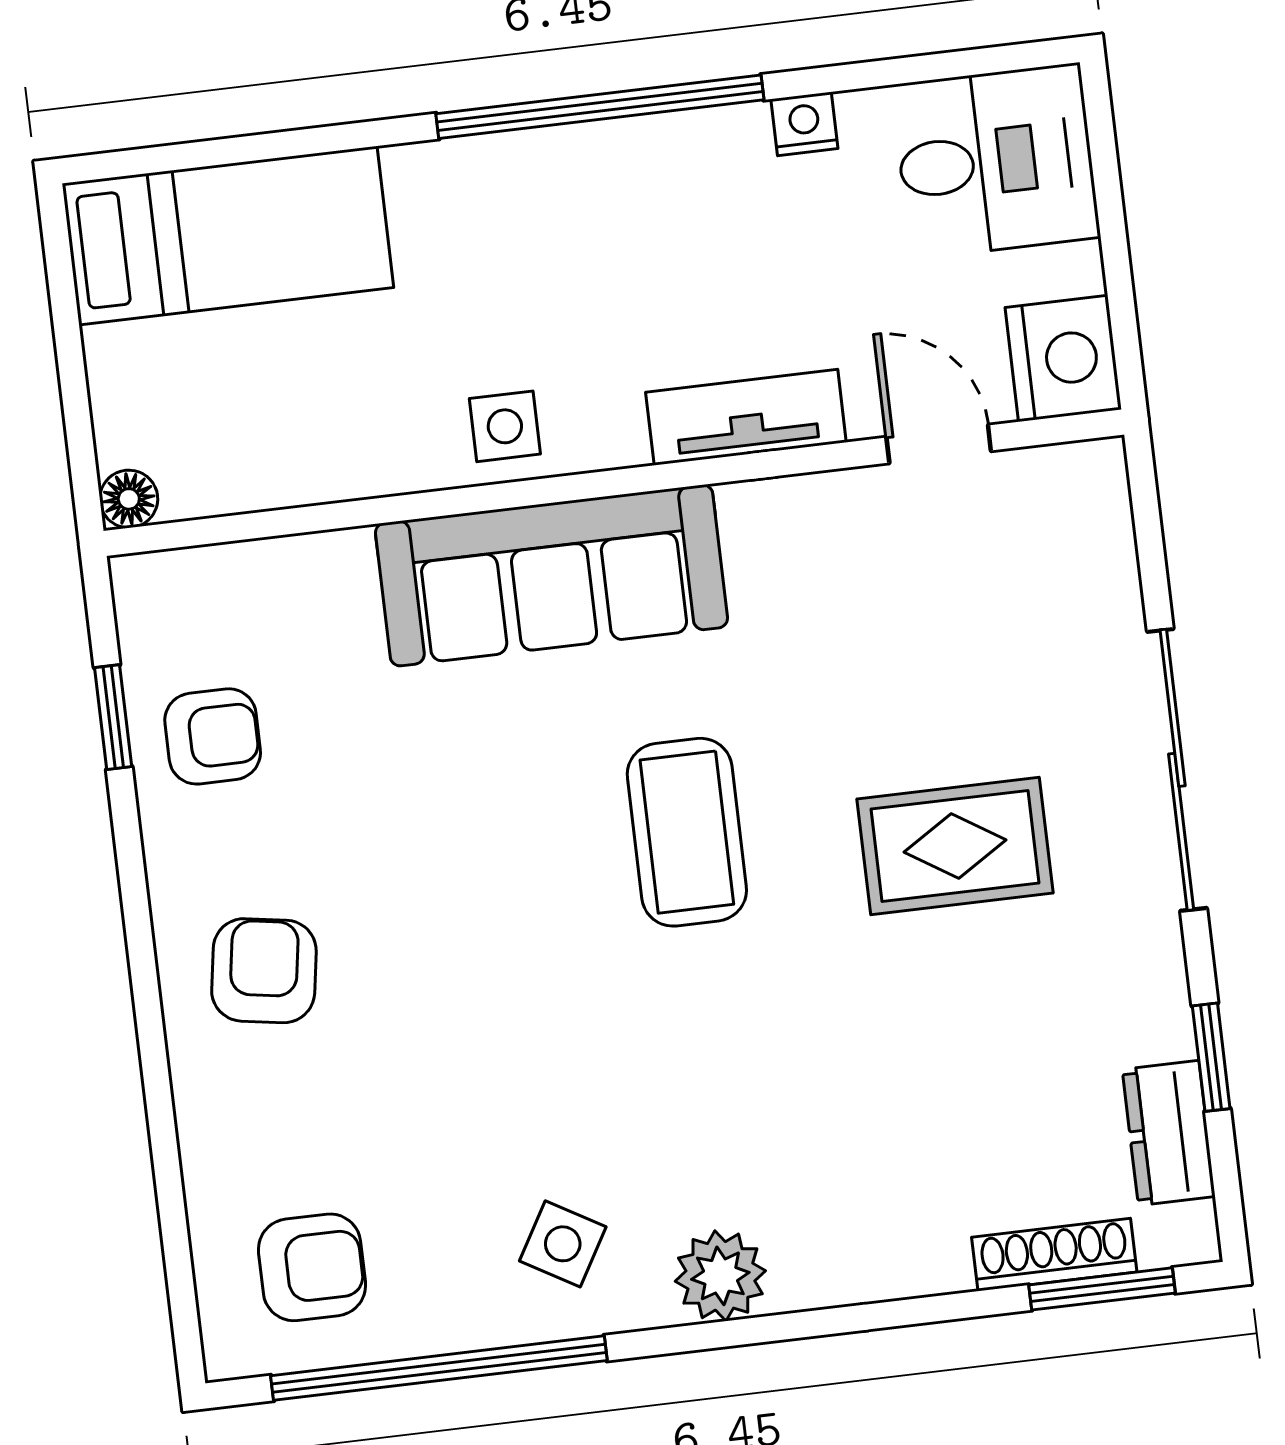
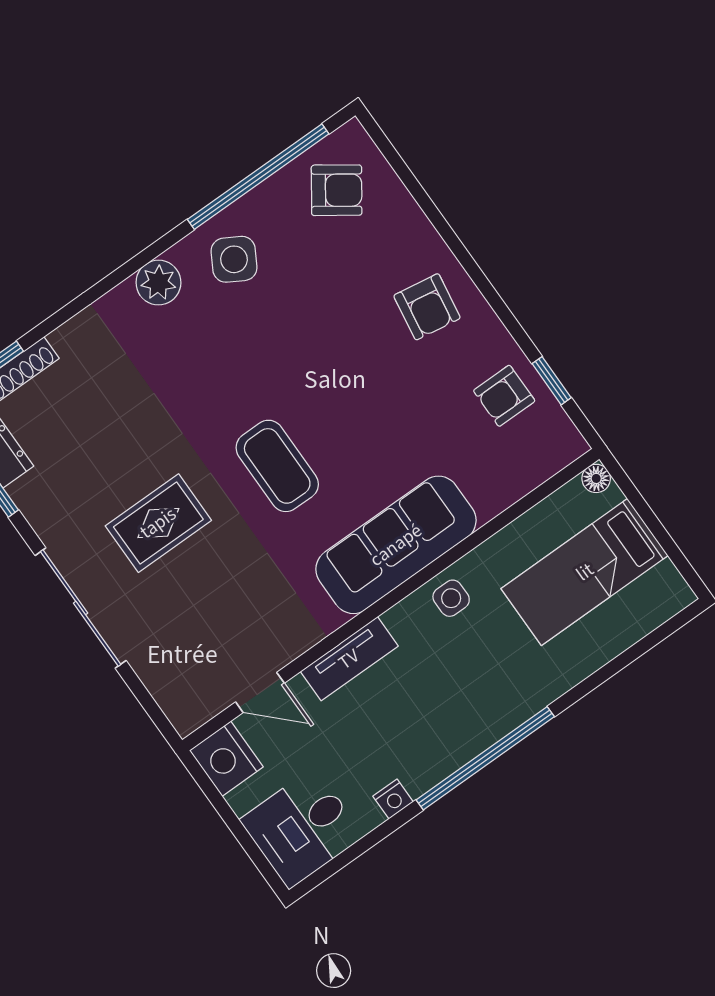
bed: (228, 236) -> (585, 572), moved
side table: (563, 1244) -> (234, 259), width x1.37, depth x1.37
armchair: (312, 1267) -> (337, 190), turned -145

